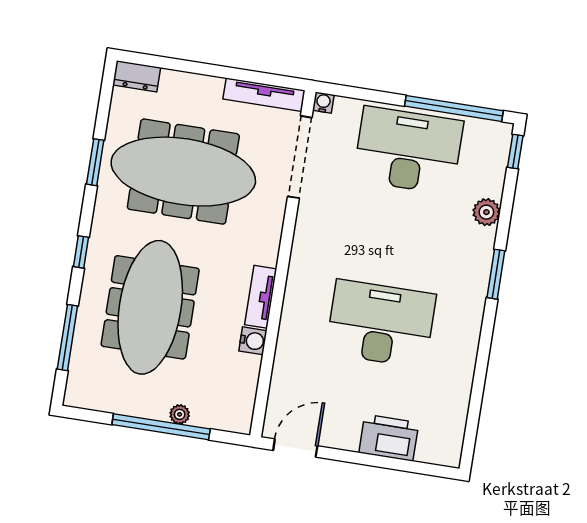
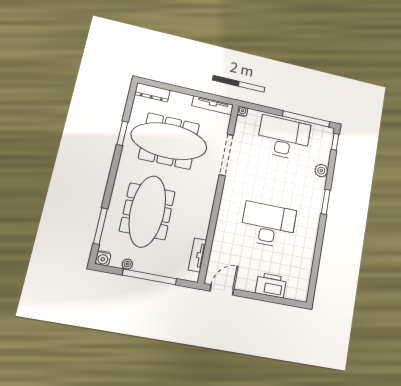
dresser: (137, 76) -> (152, 92), width x1.44
doorway: (300, 157) -> (226, 155), moved
window: (81, 252) -> (111, 180), removed
tv unit: (261, 297) -> (197, 255), moved
water cooler: (253, 341) -> (103, 258), moved, turned 90
plant: (180, 414) -> (127, 264), moved

